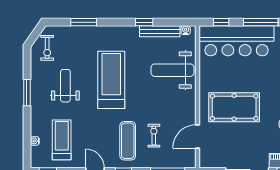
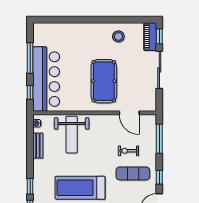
window: (144, 22) -> (30, 186), moved
bench: (160, 31) -> (38, 146), width x0.73

